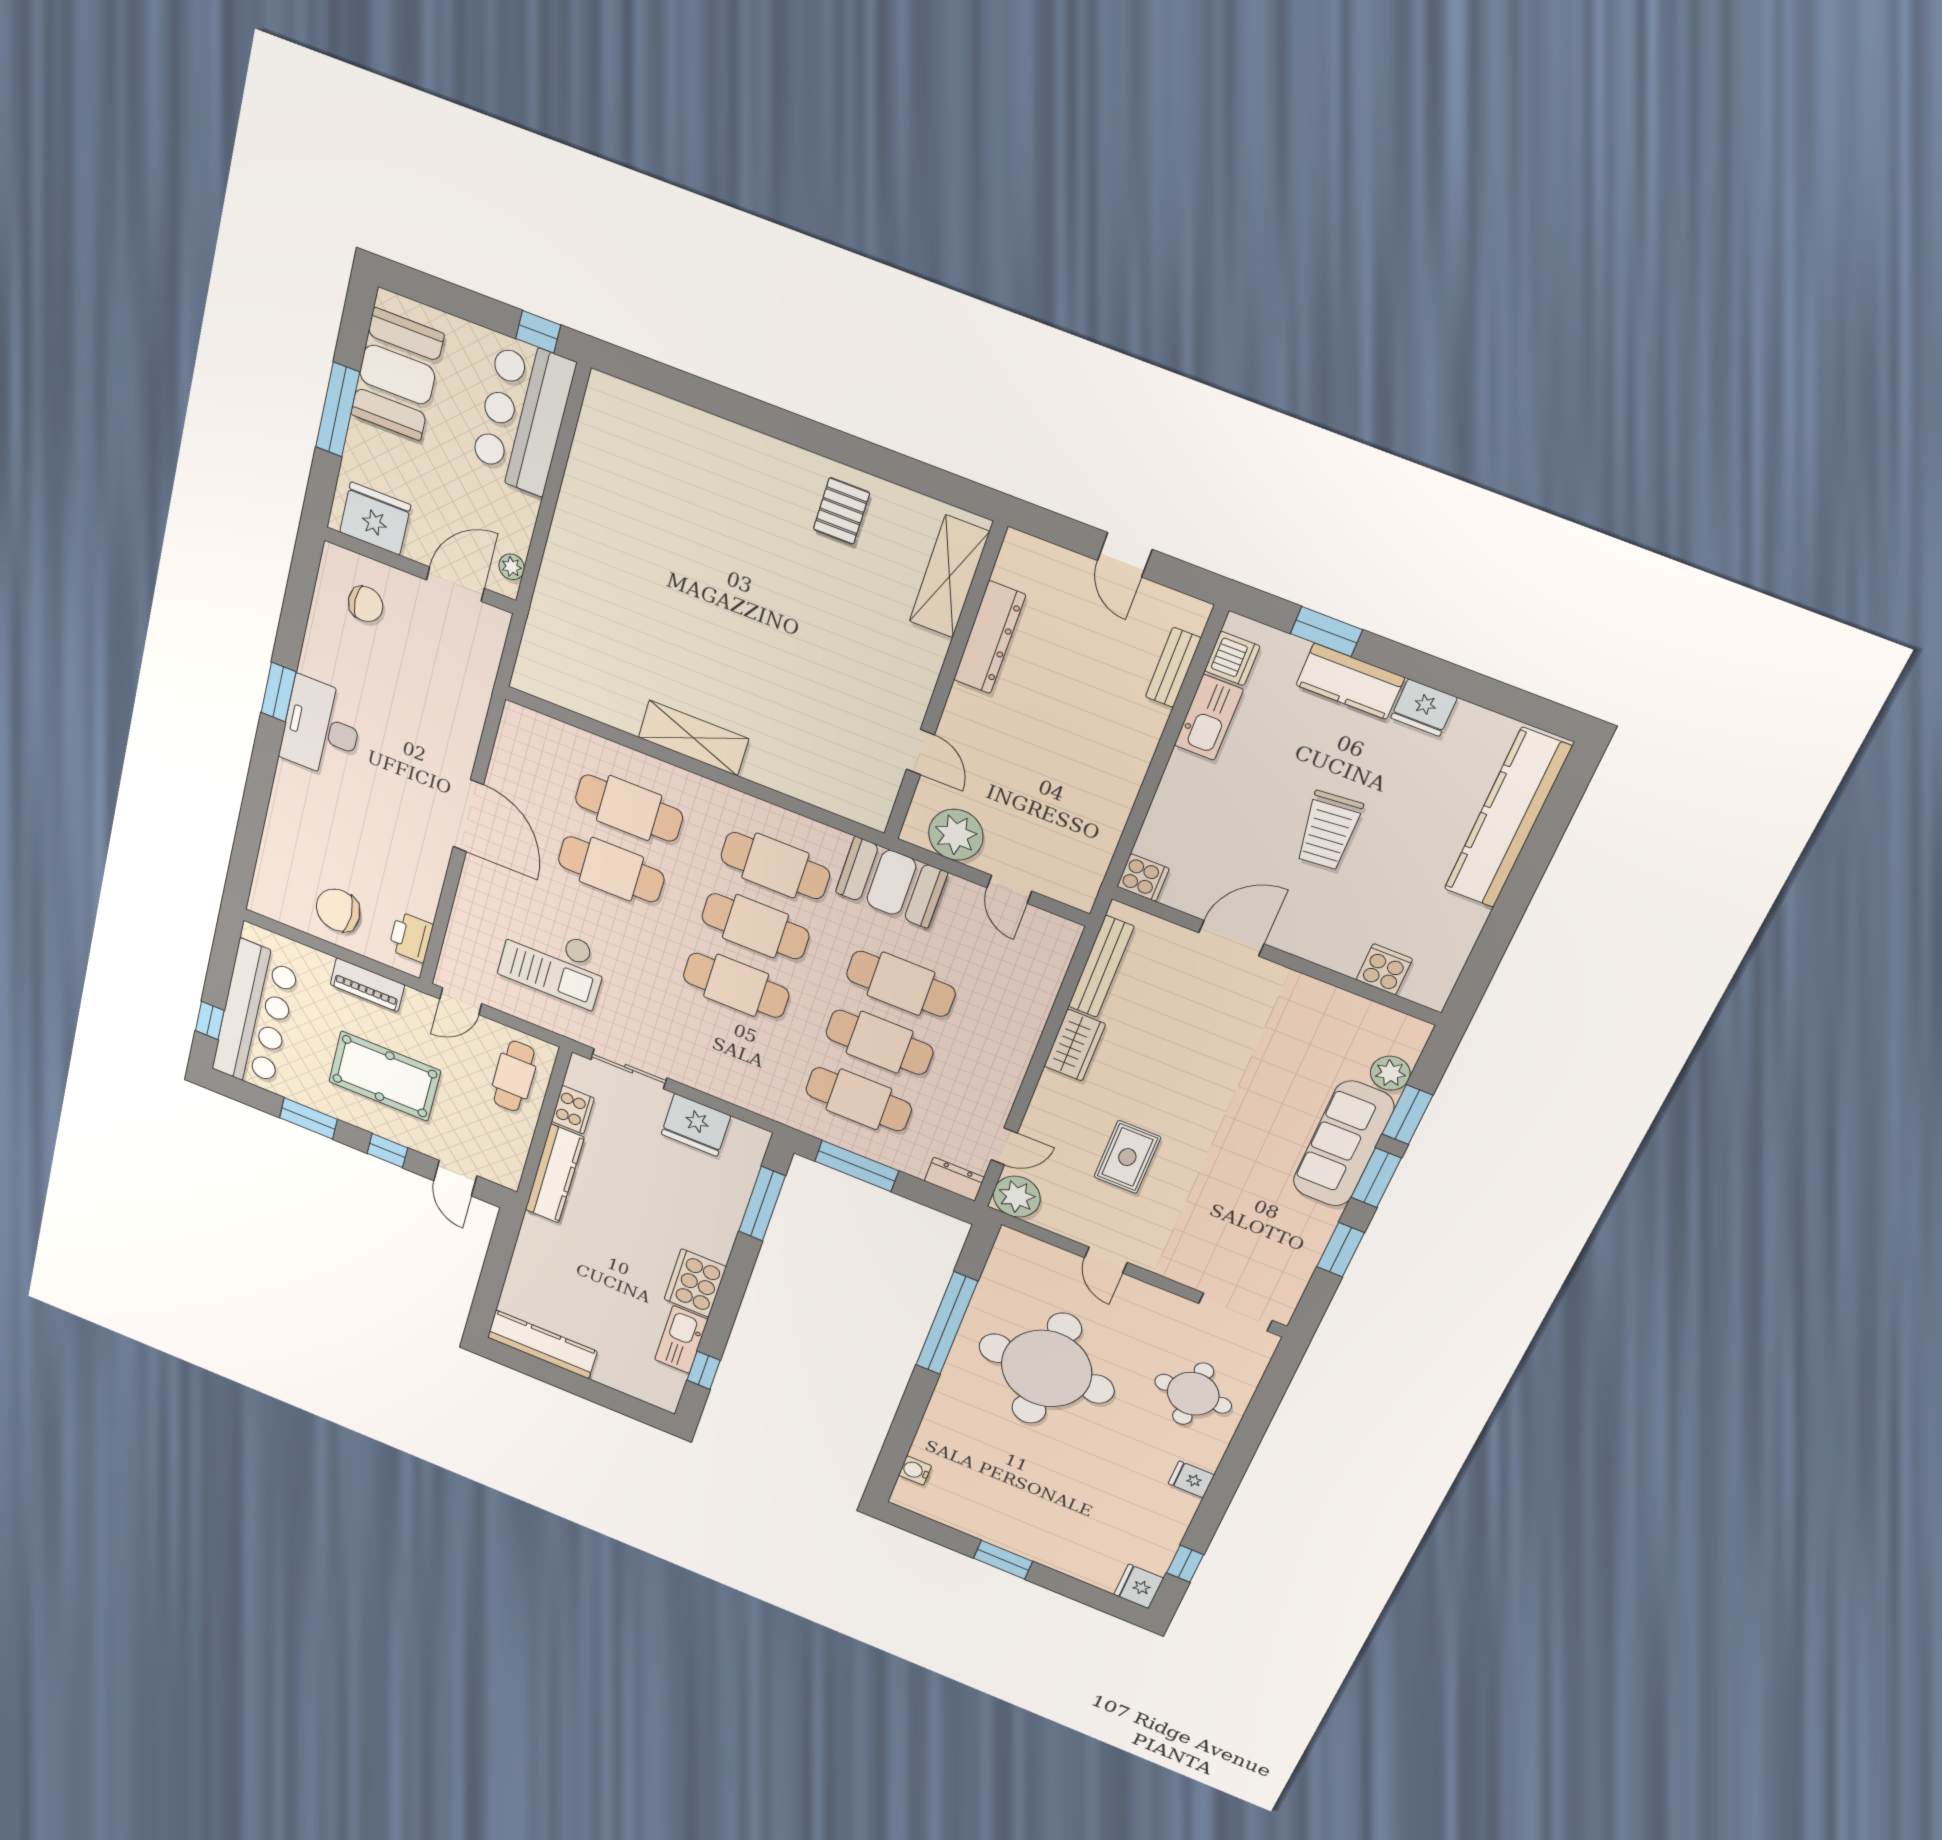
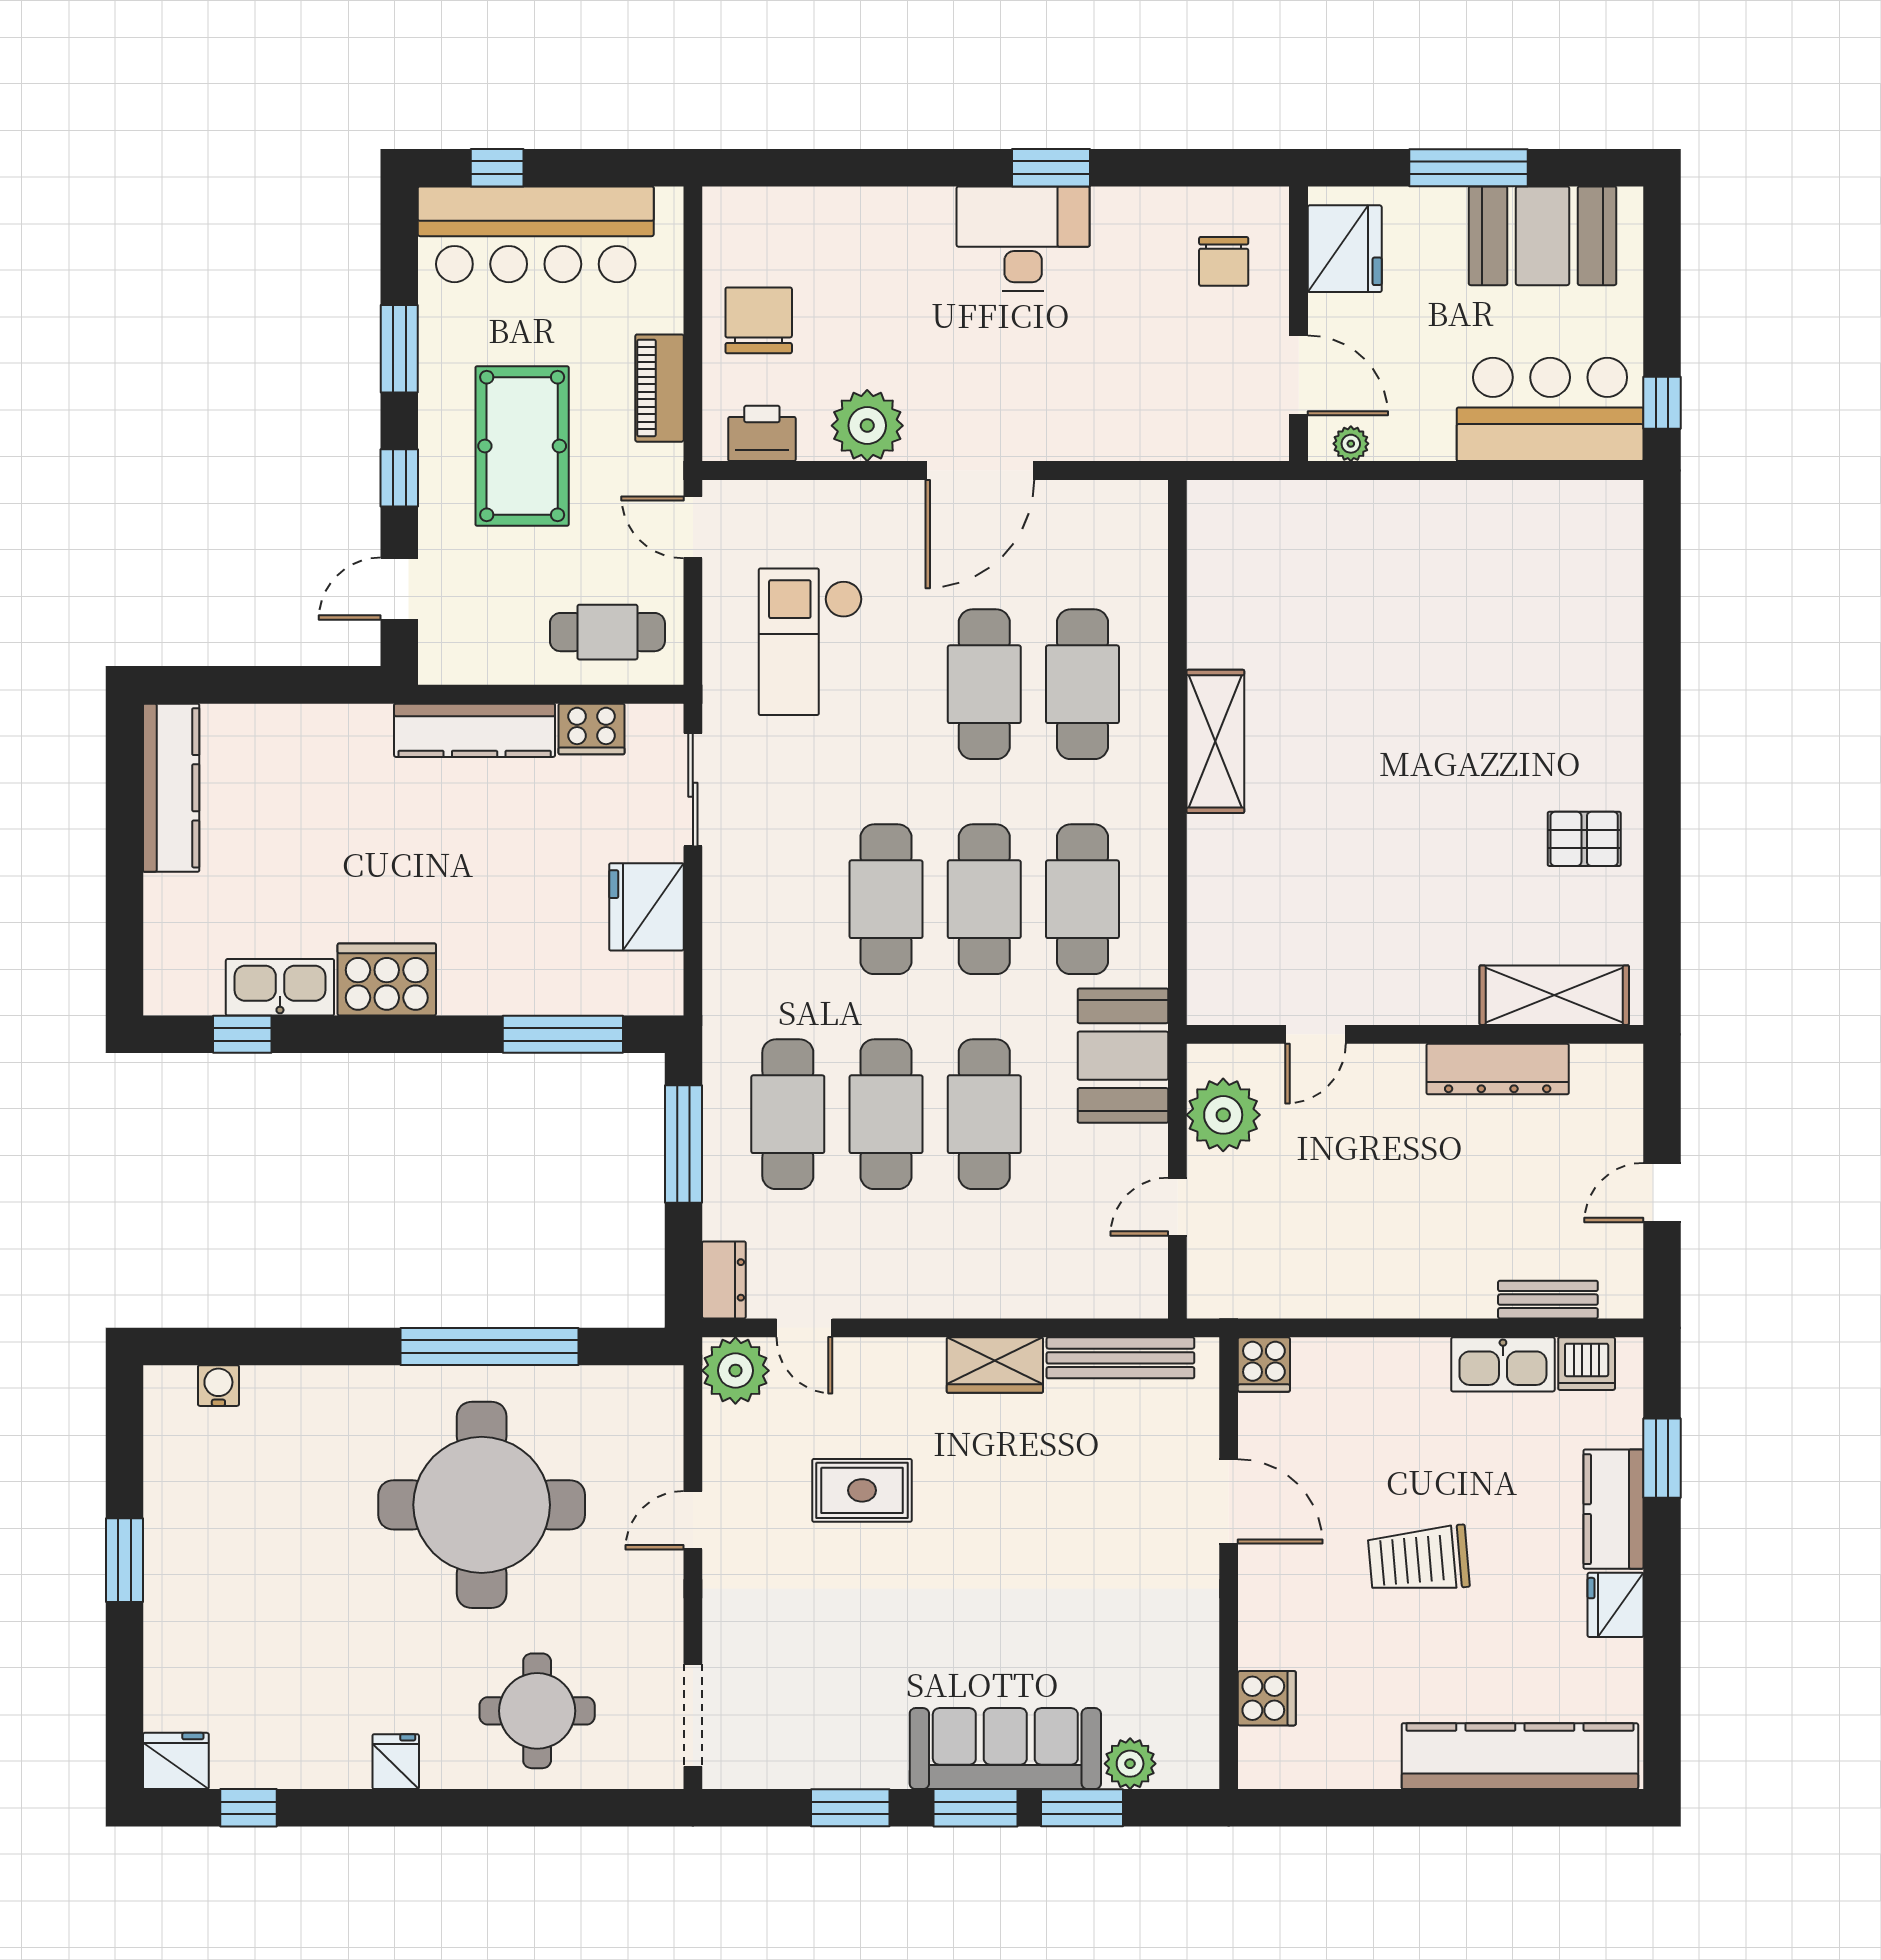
plant: (421, 873) -> (867, 426), added

